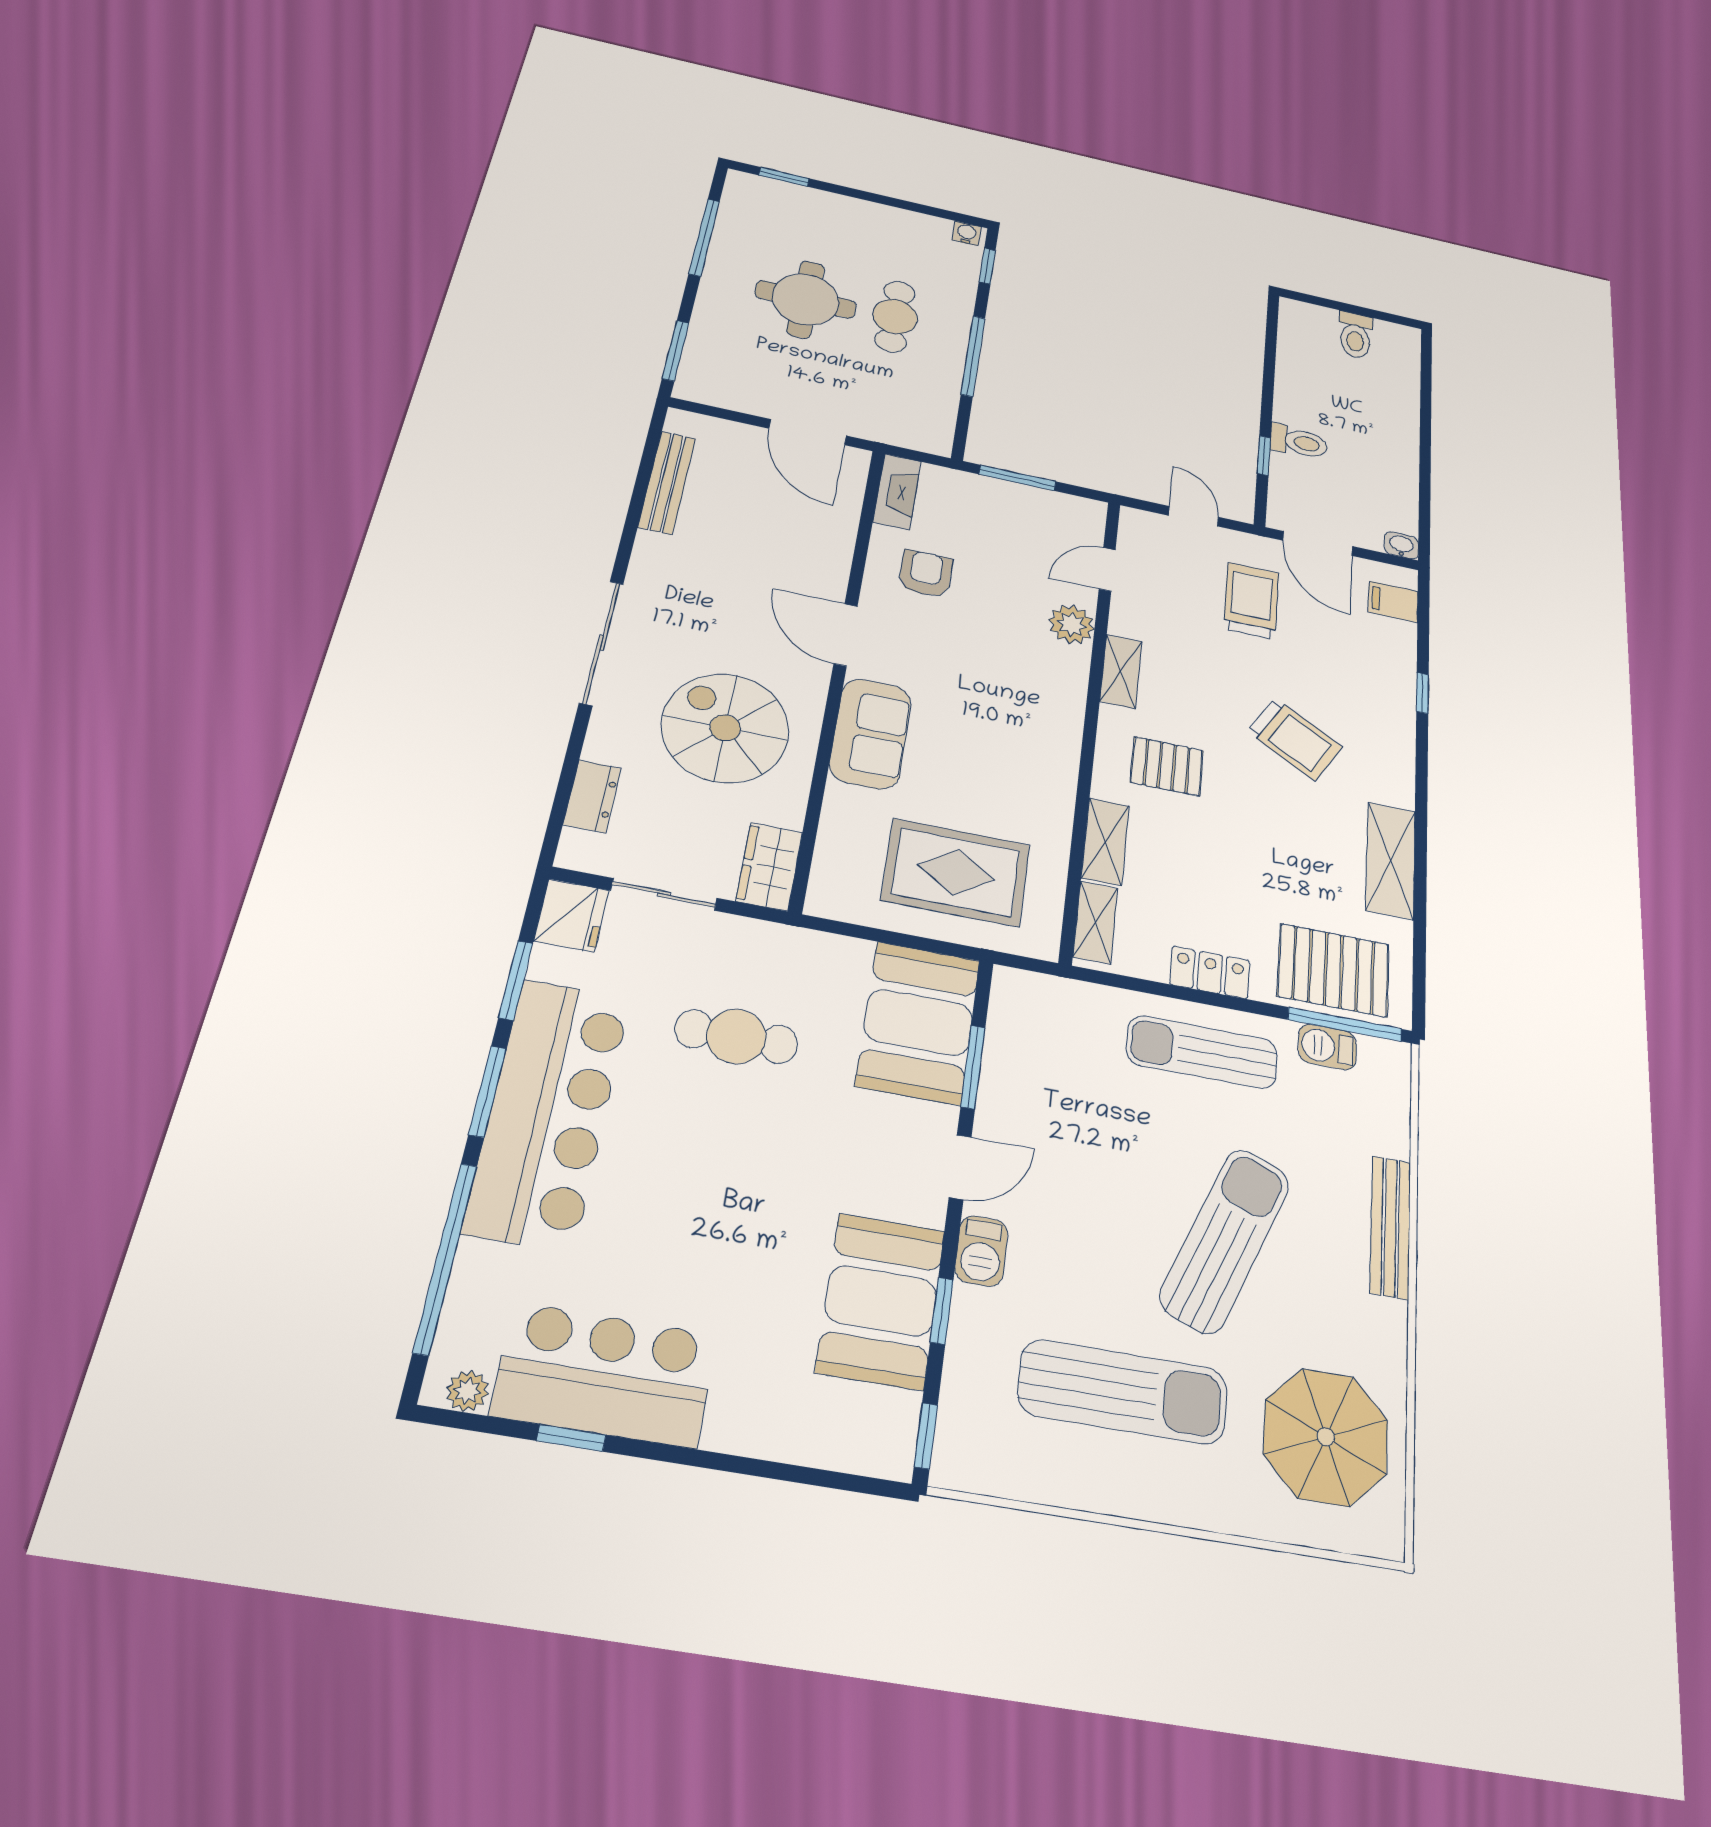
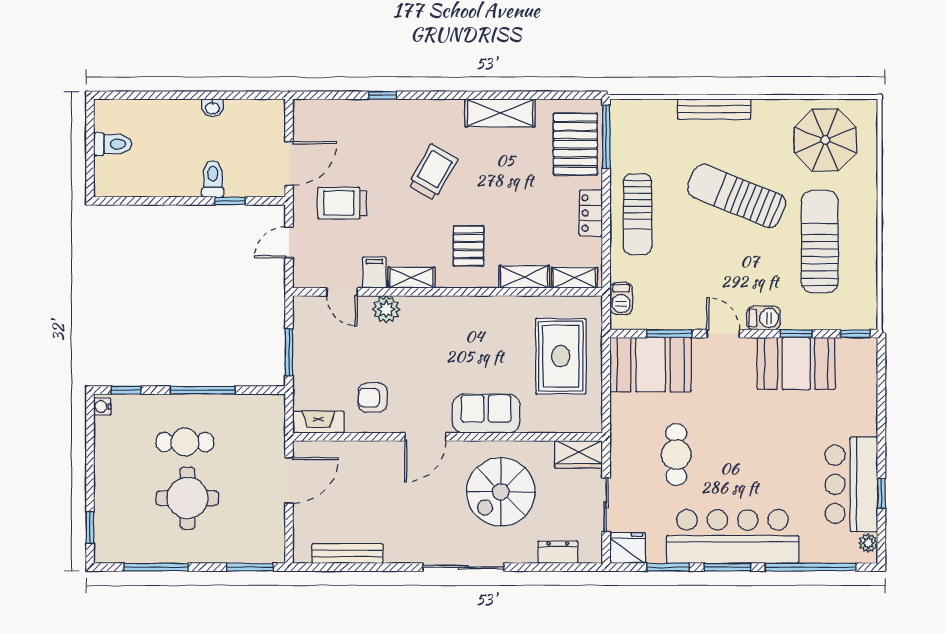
washbasin: (1401, 545) -> (212, 108), moved, turned -90
filing cabinet: (1393, 602) -> (374, 273), moved, turned 180
barbecue: (1327, 1047) -> (621, 299), moved

